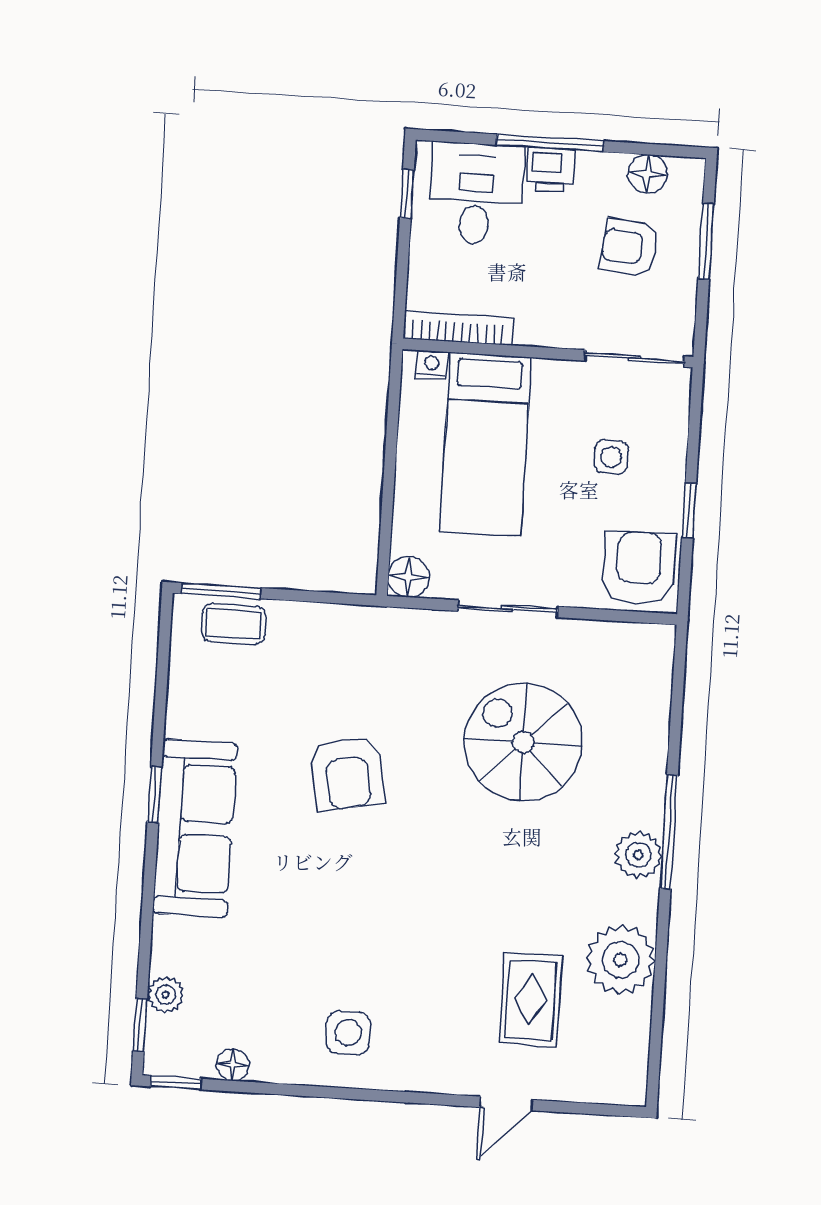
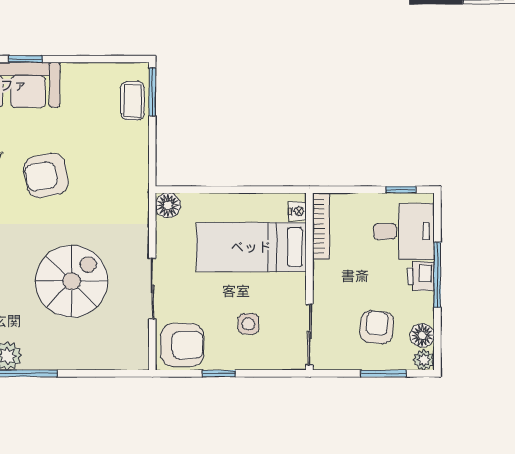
plant: (688, 174) -> (424, 360), added
sliding door: (508, 609) -> (152, 289), moved

